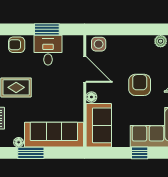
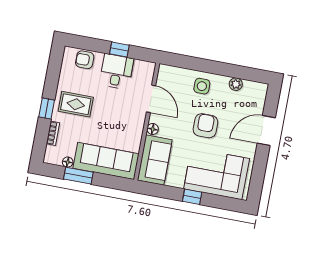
window: (47, 29) -> (119, 50), width x0.67
side table: (99, 44) -> (202, 86), moved

